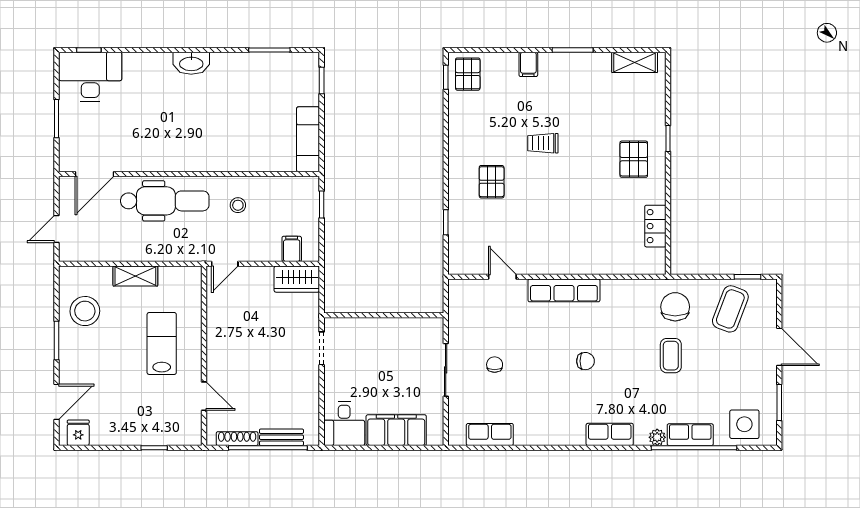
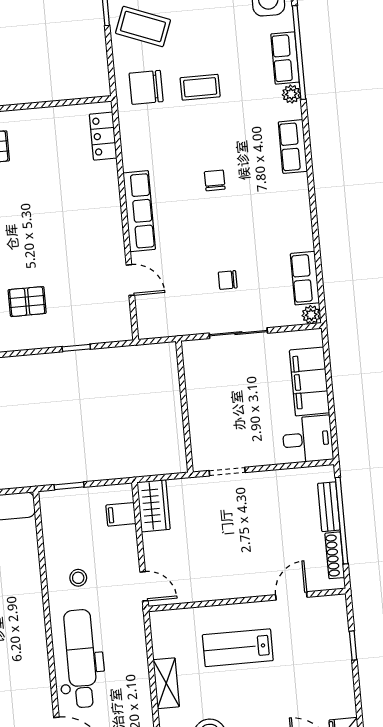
locker: (655, 226) -> (103, 136), moved, turned 90
door: (502, 277) -> (130, 280), swing flipped
plant: (456, 437) -> (311, 315), added

